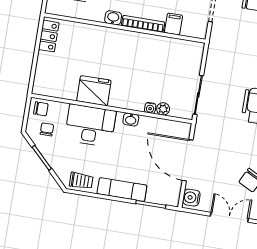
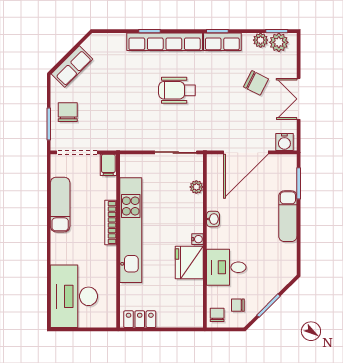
washbasin: (113, 18) -> (110, 255), removed
filing cabinet: (173, 24) -> (108, 165), moved, turned -90
kitchen unit: (133, 41) -> (131, 230), added
water cooler: (150, 108) -> (198, 239), moved
desk: (90, 125) -> (226, 267), width x0.73
trolley: (81, 181) -> (286, 260), removed

